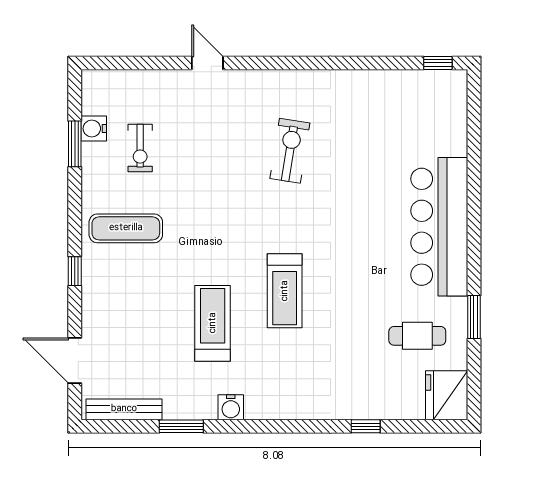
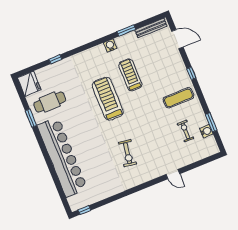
bar counter: (439, 227) -> (62, 157), width x1.36
treadmill: (285, 291) -> (108, 99), width x1.37, depth x1.38
treadmill: (213, 323) -> (130, 75), turned 180
cafe table: (417, 336) -> (50, 102), width x1.37, depth x1.35

